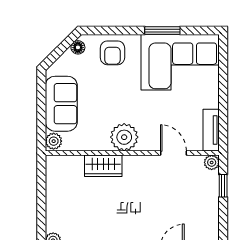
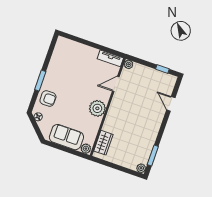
window: (162, 31) -> (40, 81), moved
corner sofa: (180, 62) -> (66, 62), removed
wardrobe: (103, 166) -> (103, 143), moved
window: (223, 186) -> (162, 69), moved

